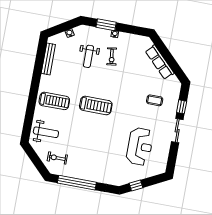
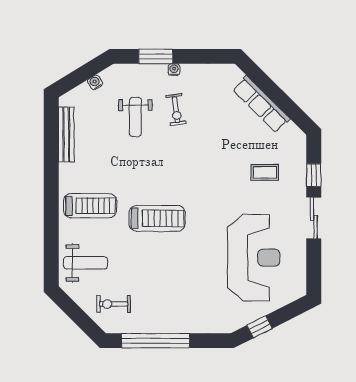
treadmill: (96, 105) -> (157, 218), moved
reception desk: (140, 146) -> (254, 258), width x1.36, depth x1.30

